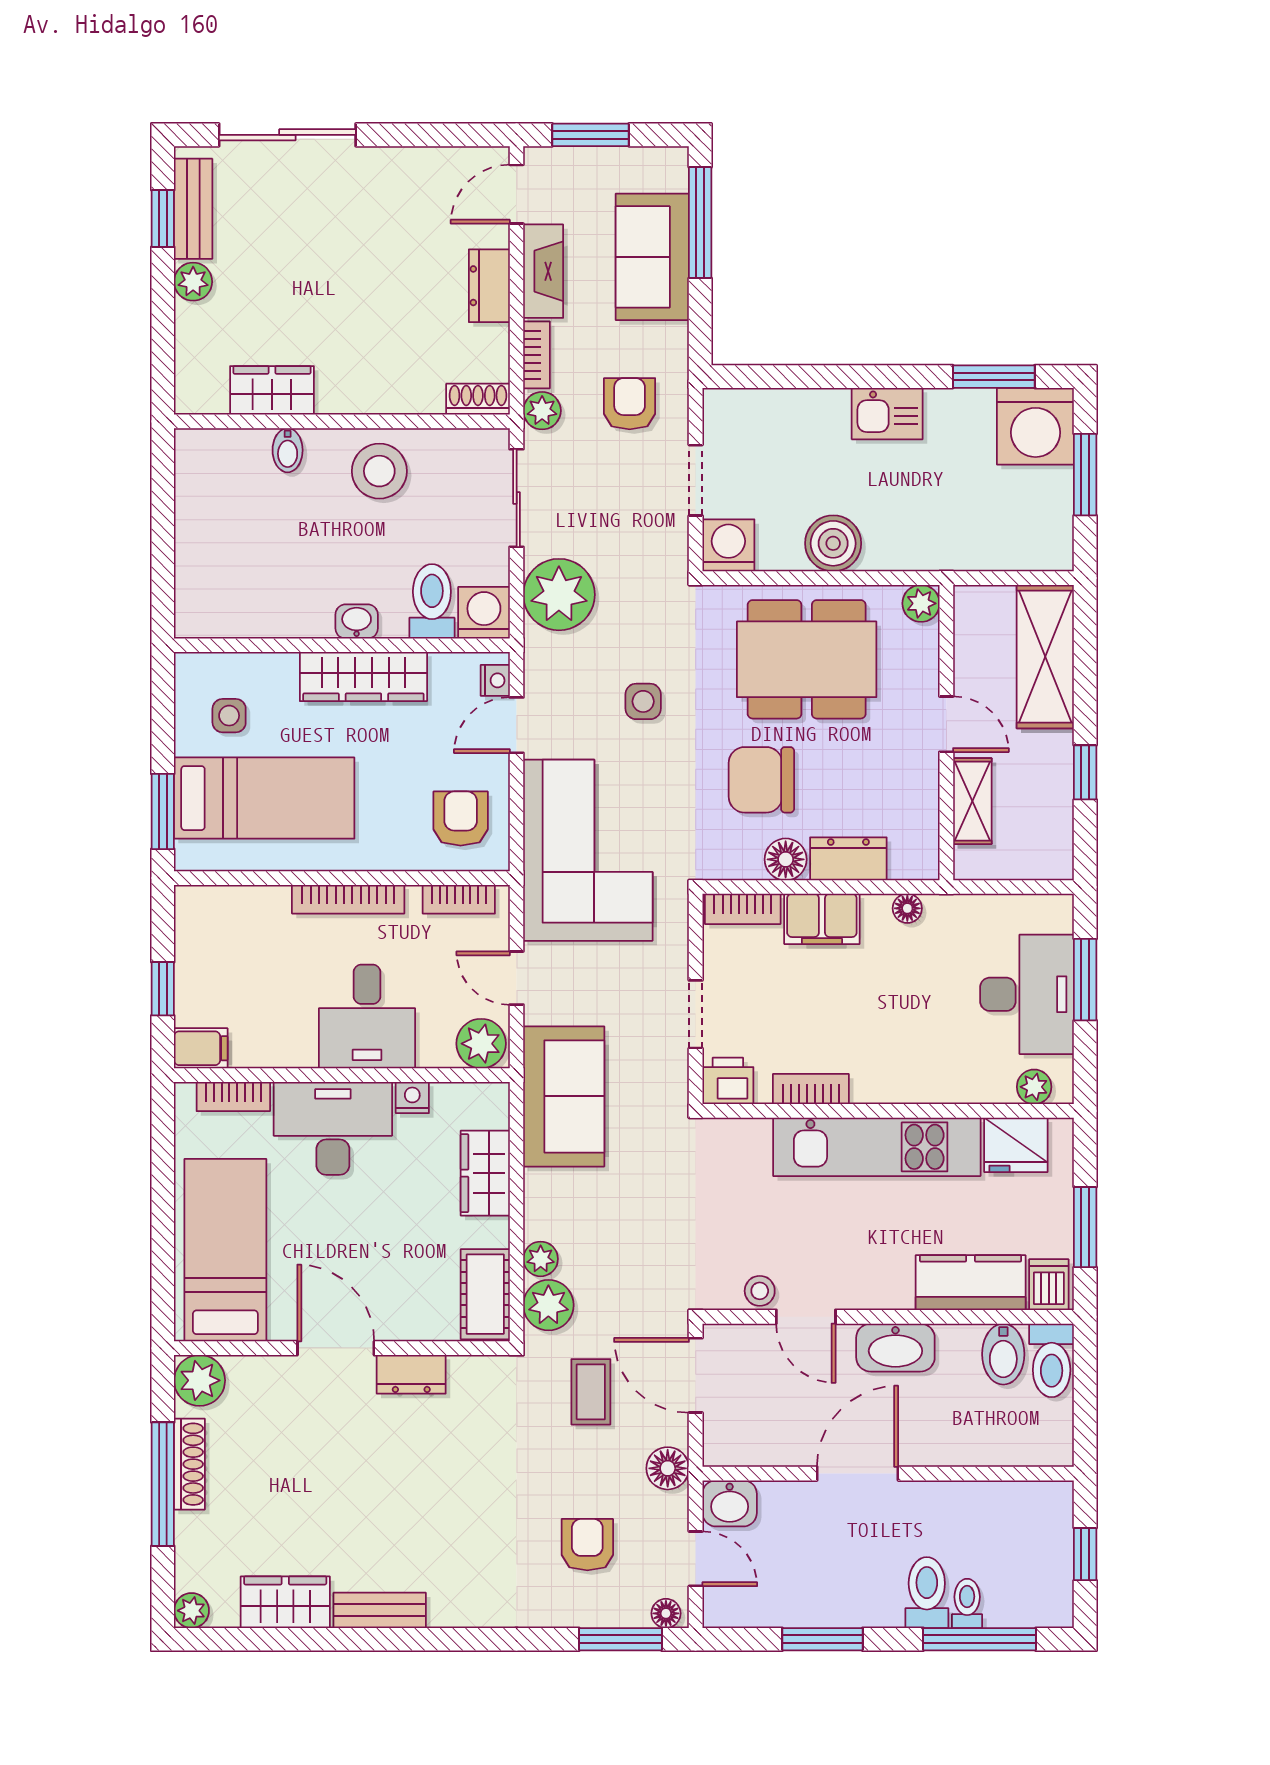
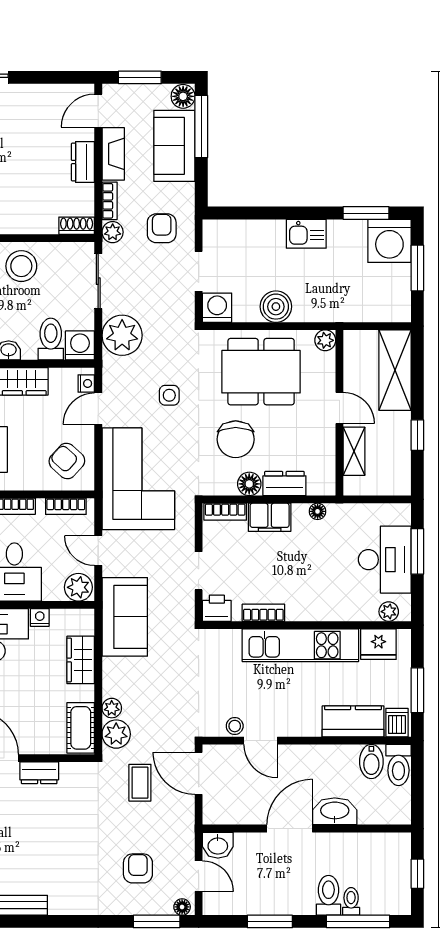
chair: (761, 780) -> (236, 439), turned -90
armchair: (461, 819) -> (67, 461), turned -48
washbasin: (895, 1348) -> (335, 811), moved, turned 180
floor lamp: (668, 1468) -> (183, 96), moved

